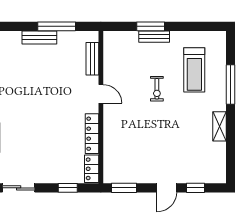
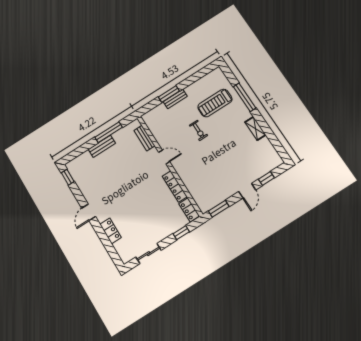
treadmill: (194, 70) -> (215, 103), turned 90

